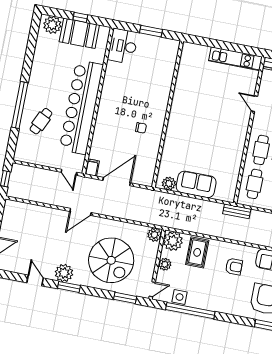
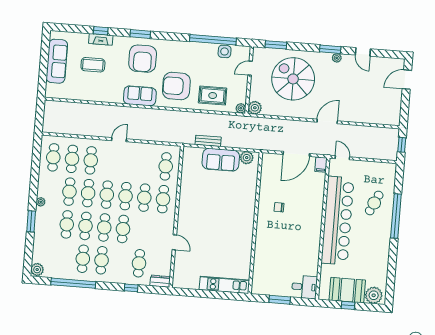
desk: (123, 46) -> (304, 287), width x0.73
kitchen unit: (235, 59) -> (224, 285), moved
bench: (237, 211) -> (208, 141), moved
plant: (173, 241) -> (241, 108), width x0.53, depth x0.53
rug: (197, 252) -> (213, 96), turned 90
plant: (165, 264) -> (242, 81), removed
armchair: (234, 267) -> (176, 86), width x1.88, depth x1.88
plant: (64, 273) -> (337, 58), width x0.53, depth x0.53
door: (152, 289) -> (250, 68), moved

